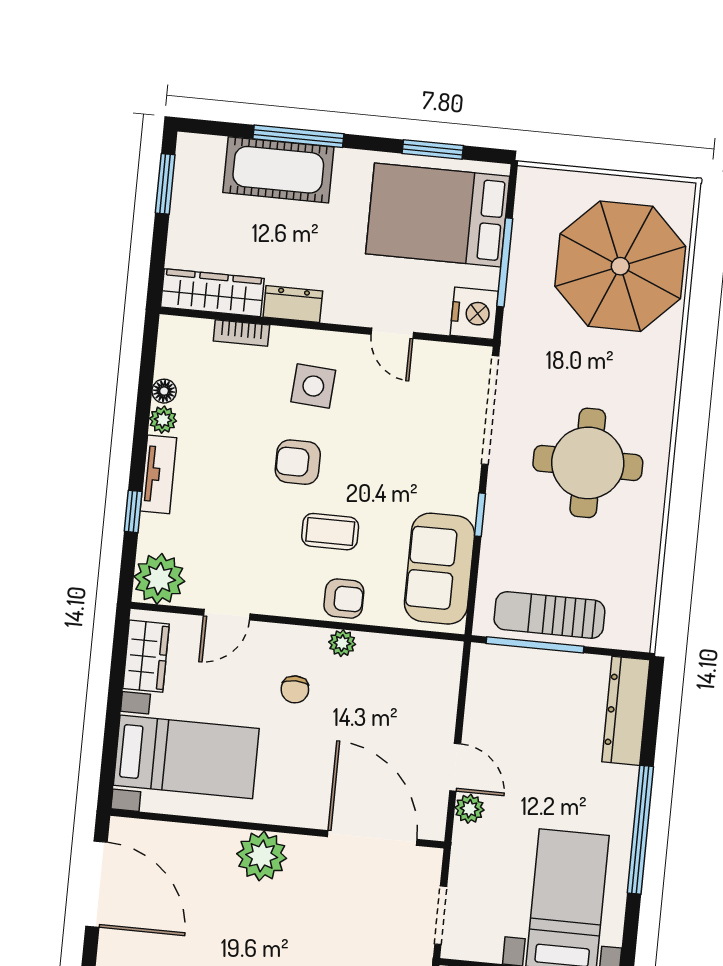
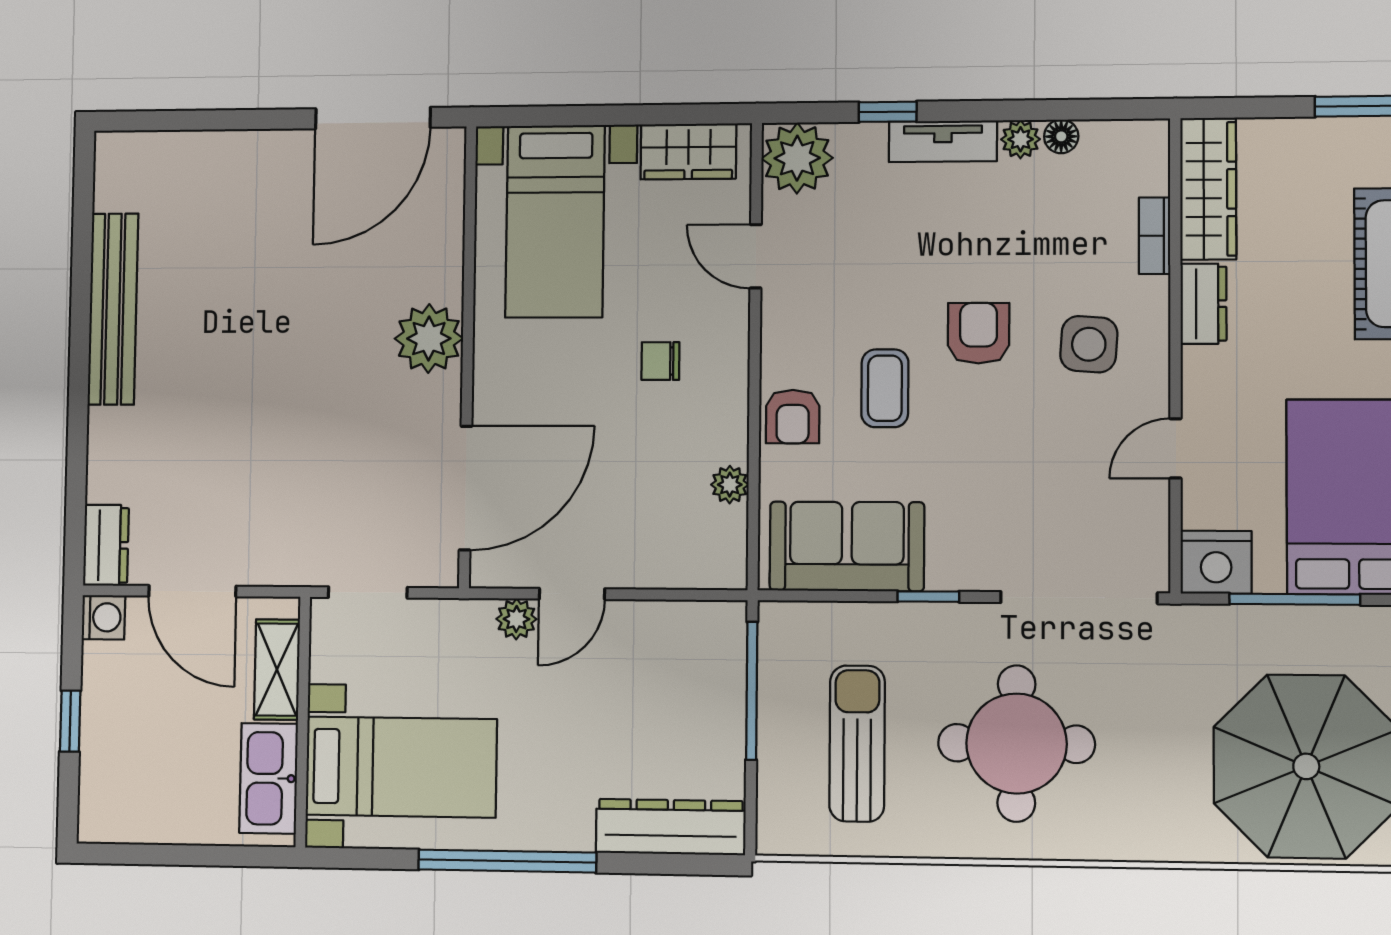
sun lounger: (549, 615) -> (857, 744), moved
plant: (342, 643) -> (730, 485), moved

